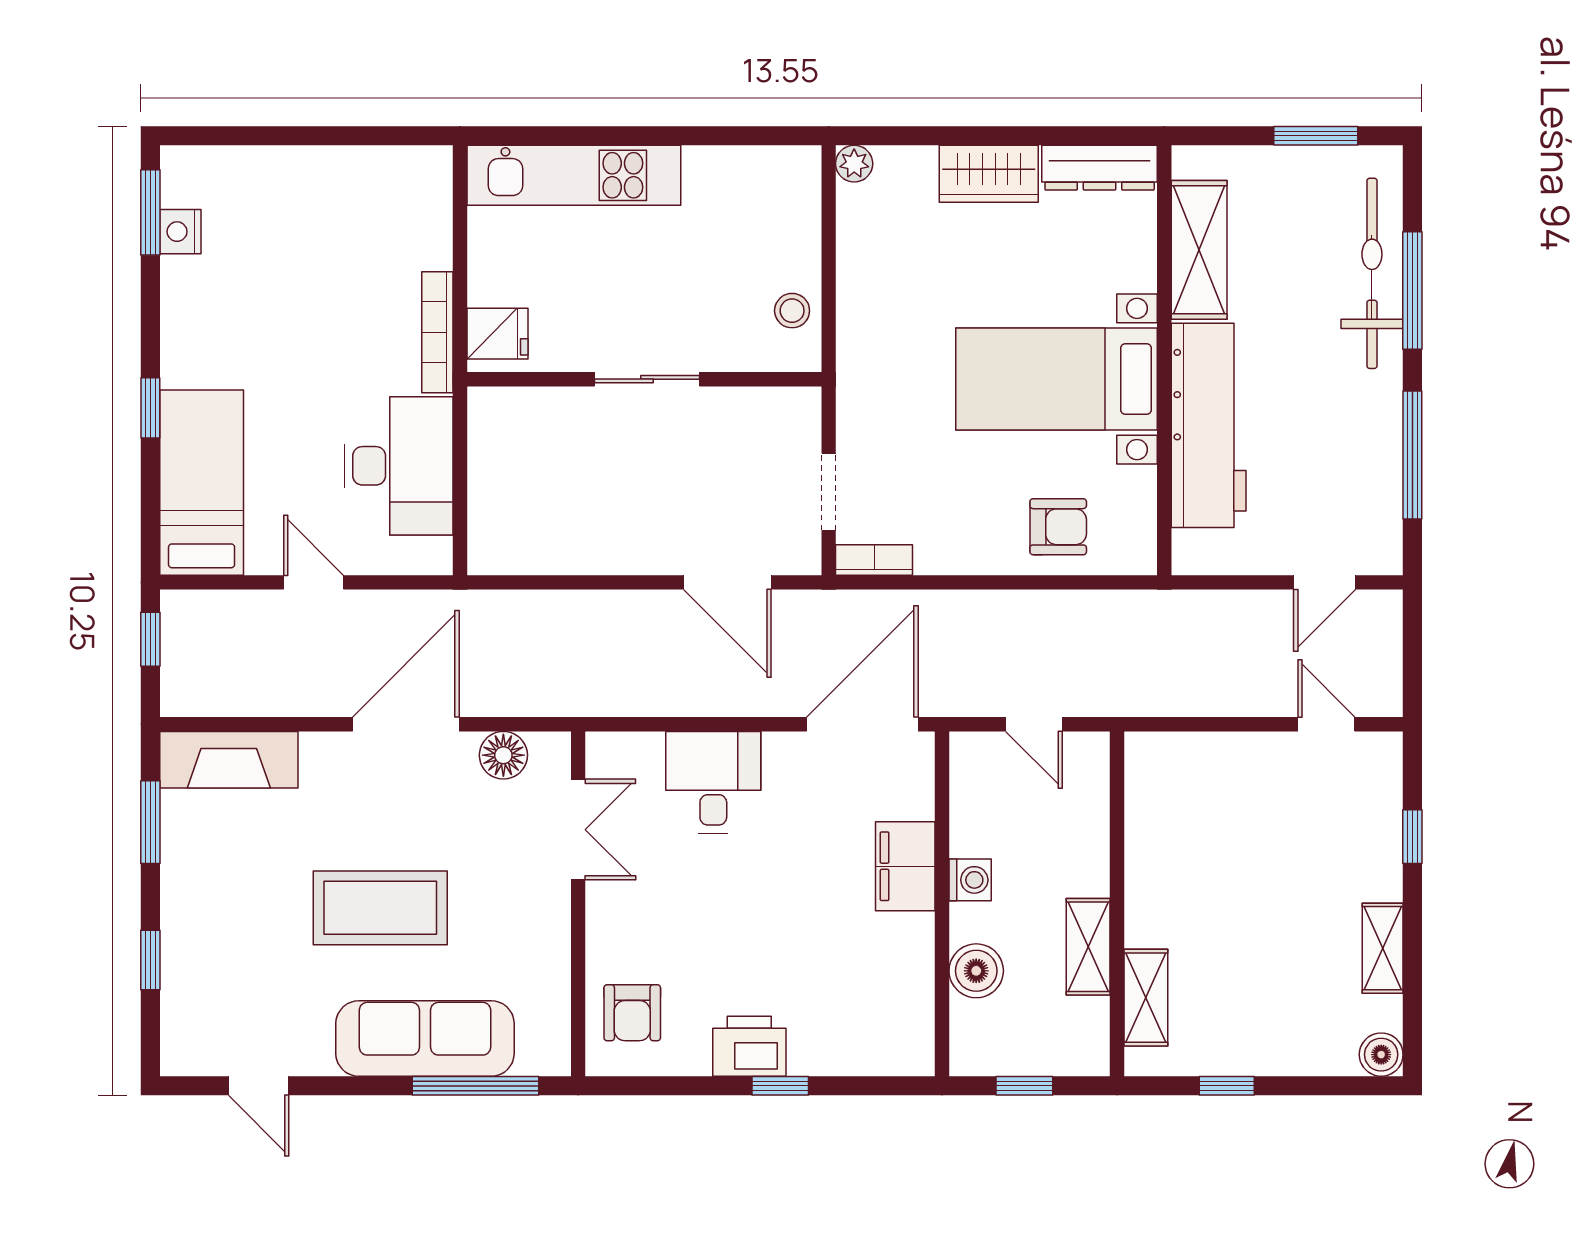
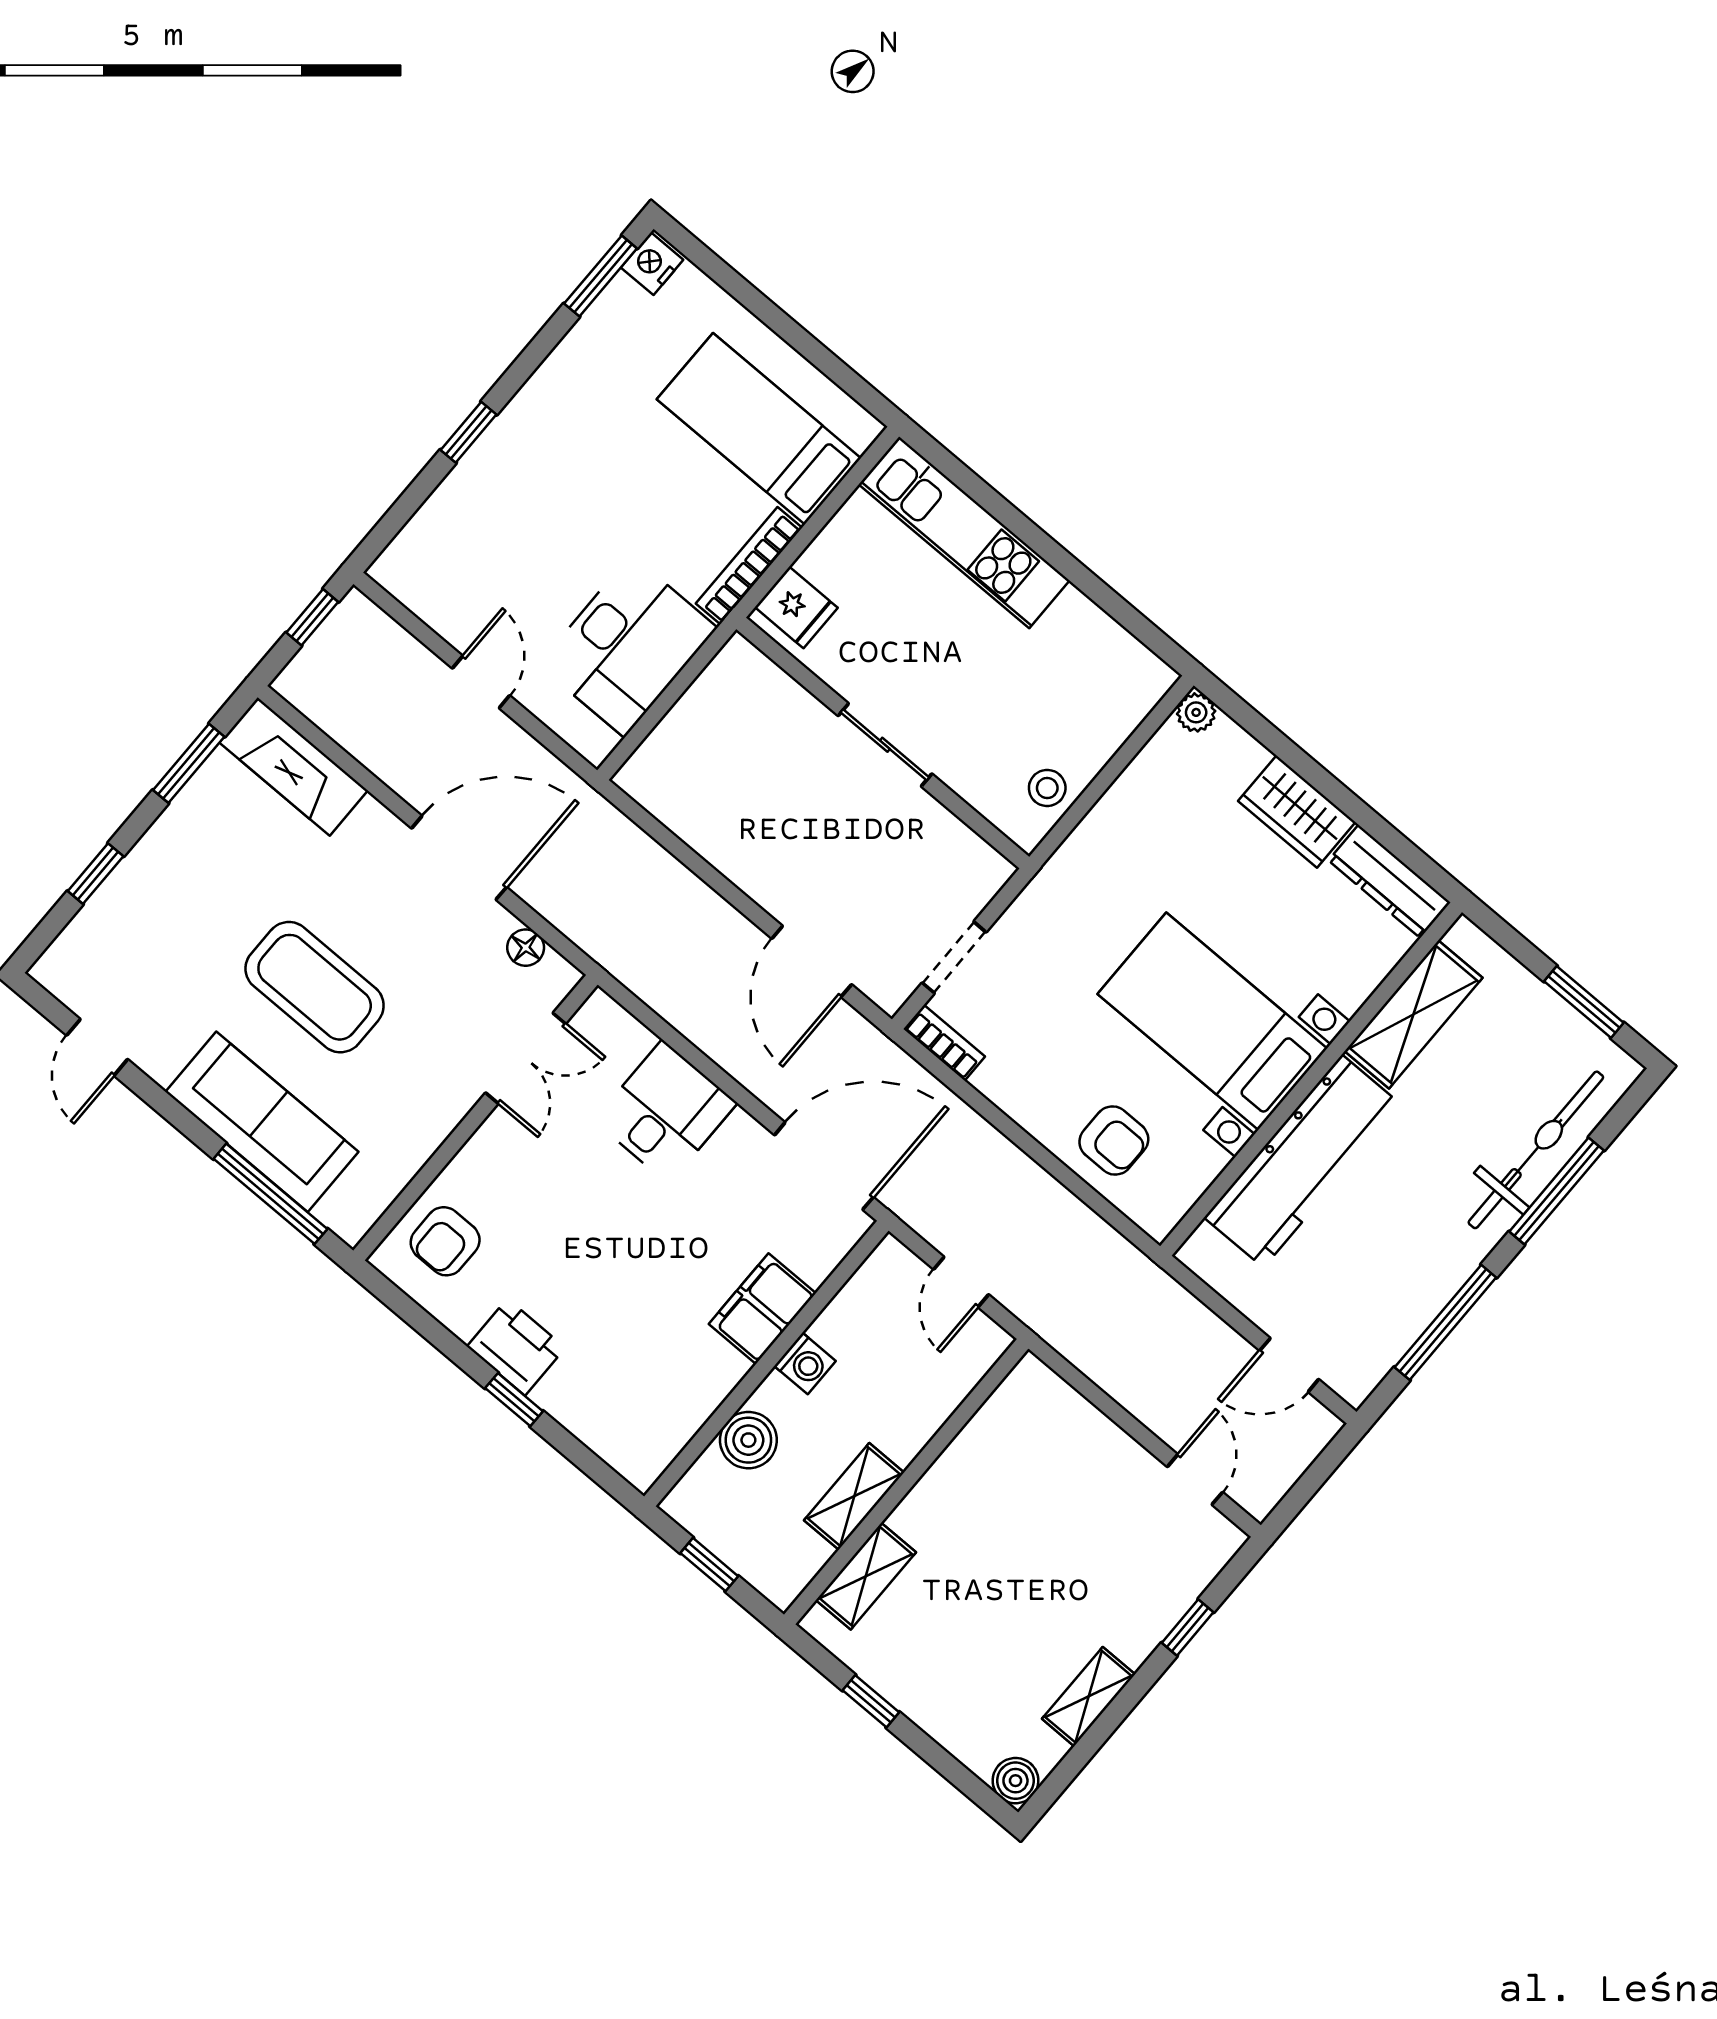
nightstand: (180, 232) -> (652, 264), moved
bed: (202, 483) -> (759, 429), moved, turned -90
floor lamp: (503, 755) -> (526, 948), width x0.73, depth x0.73

